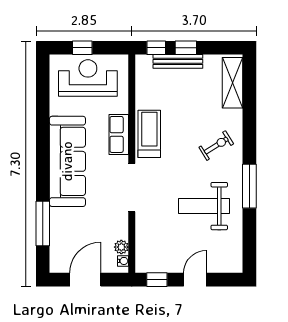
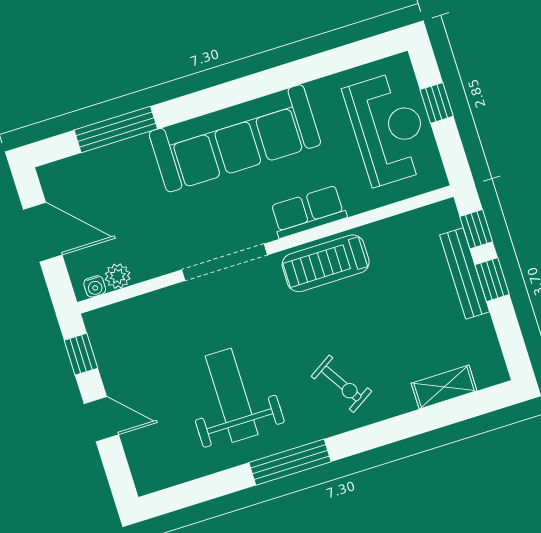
shelving: (233, 83) -> (444, 387), width x0.67, depth x0.75
treadmill: (149, 134) -> (326, 263), turned 180

